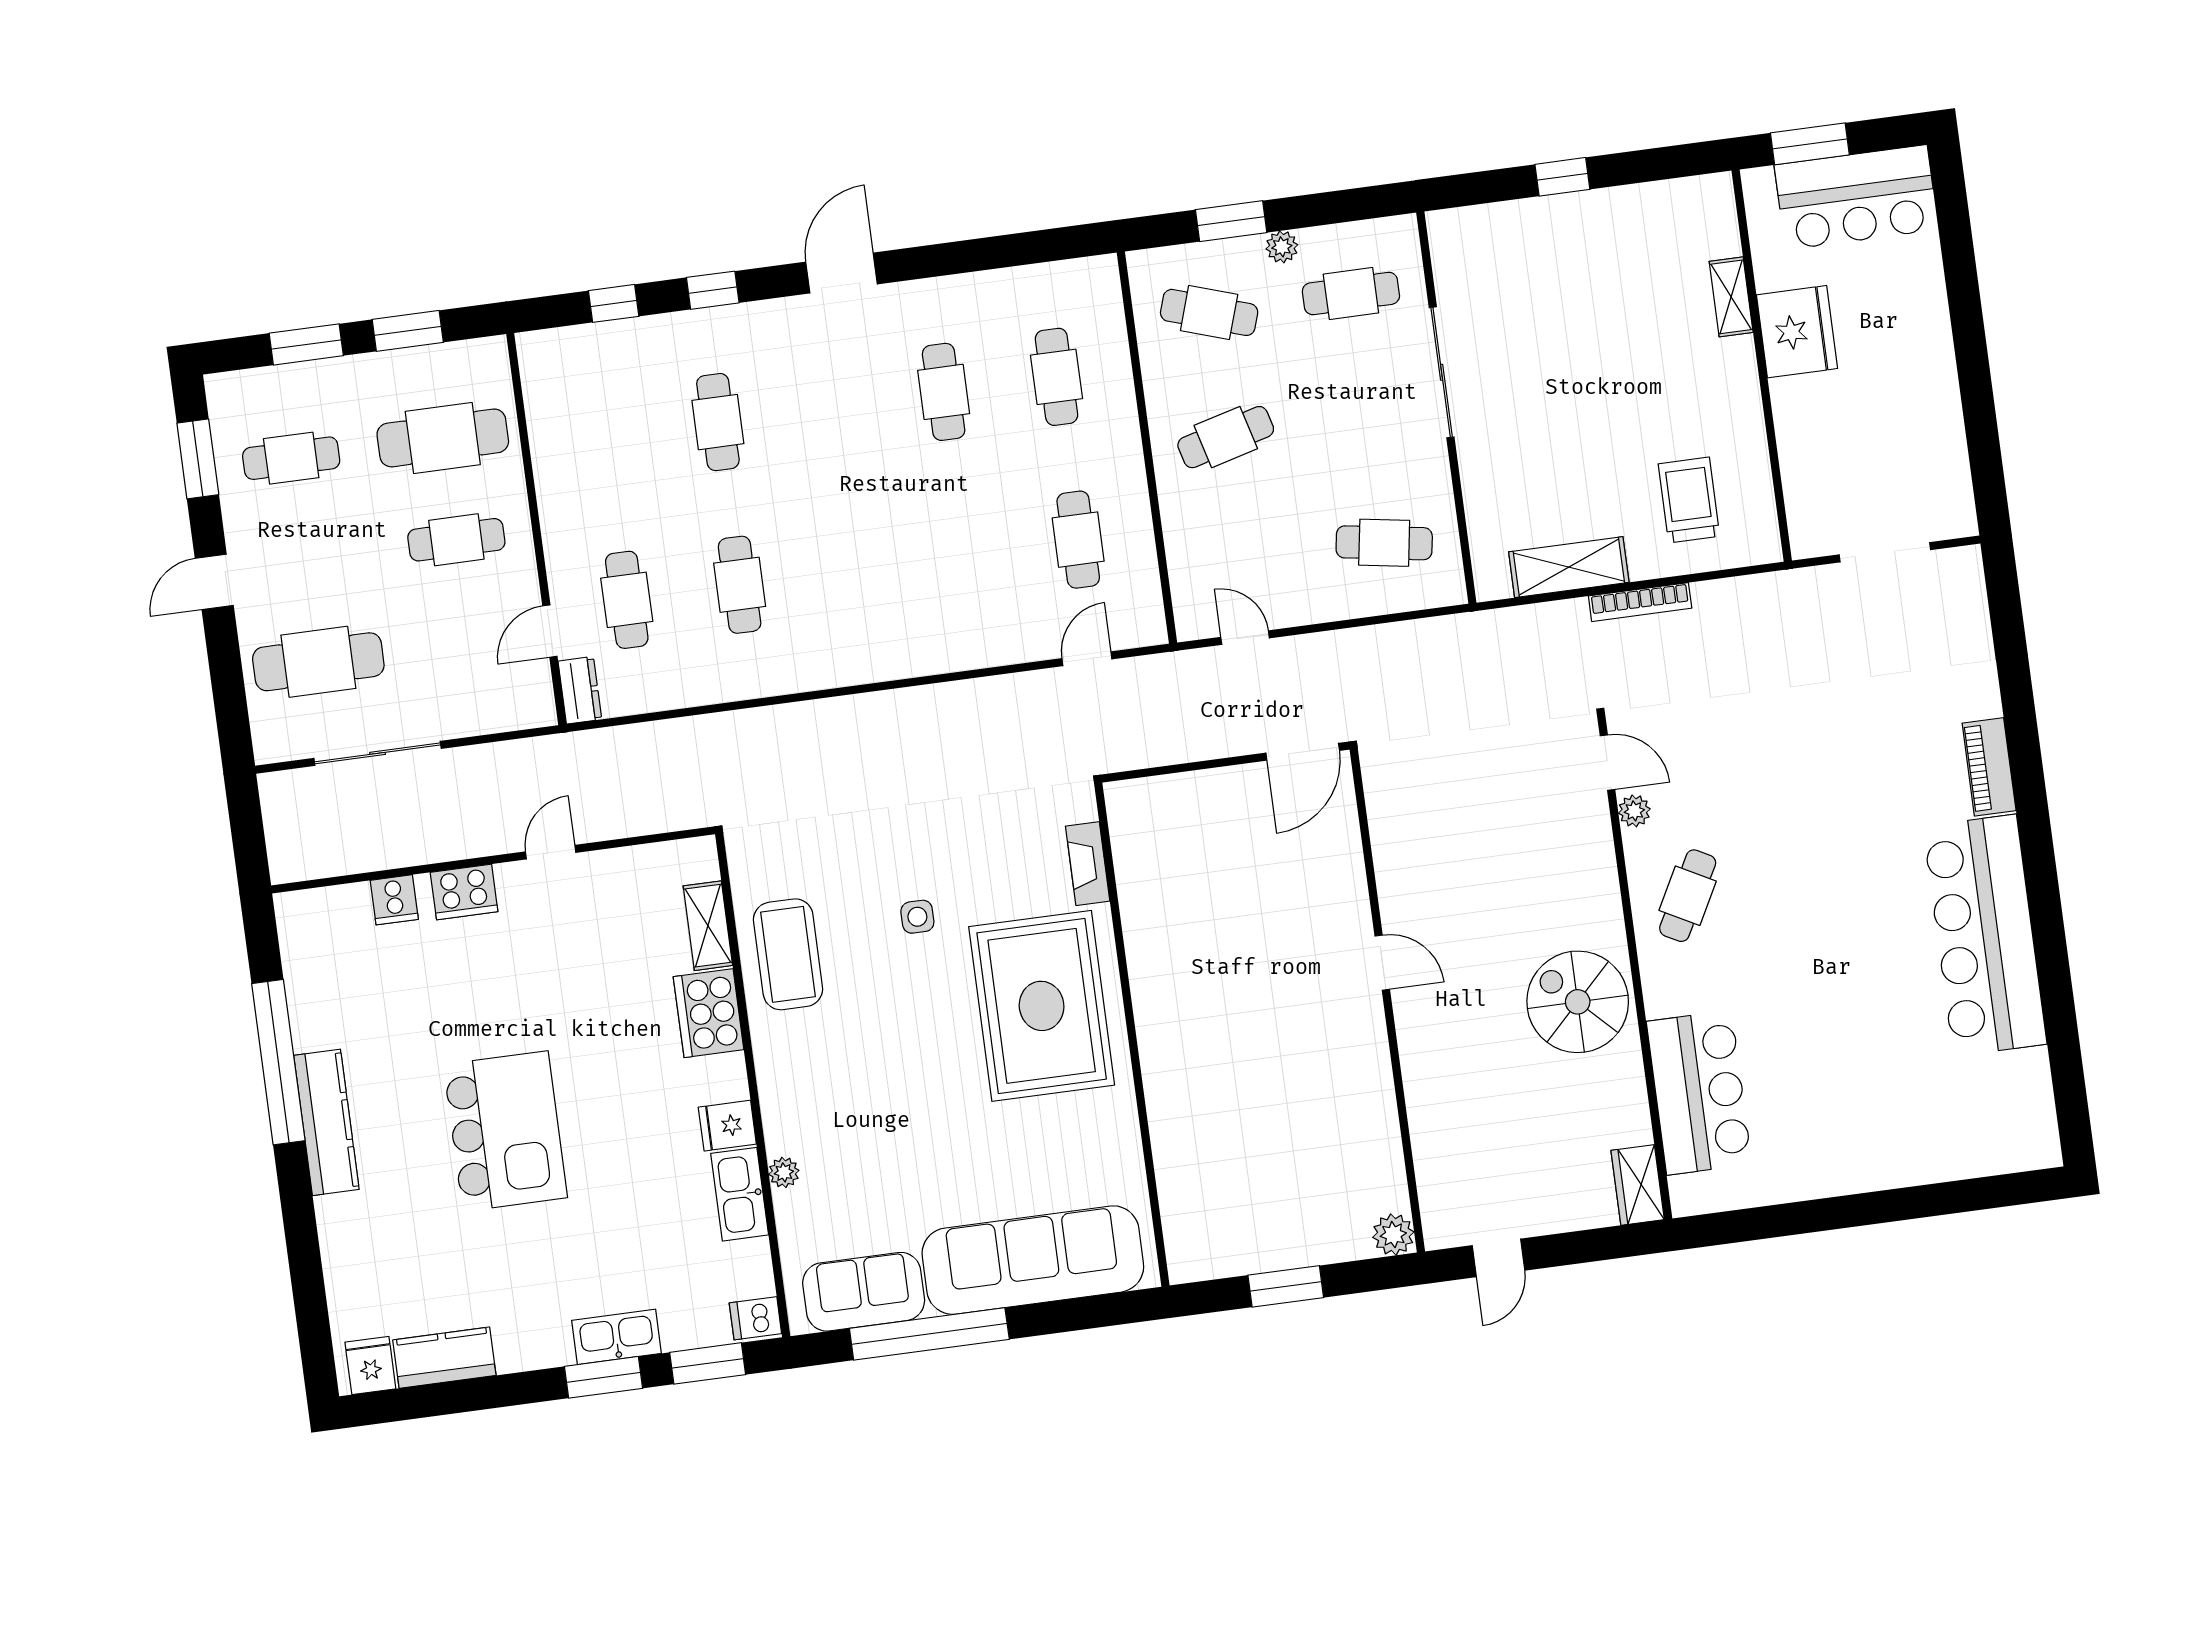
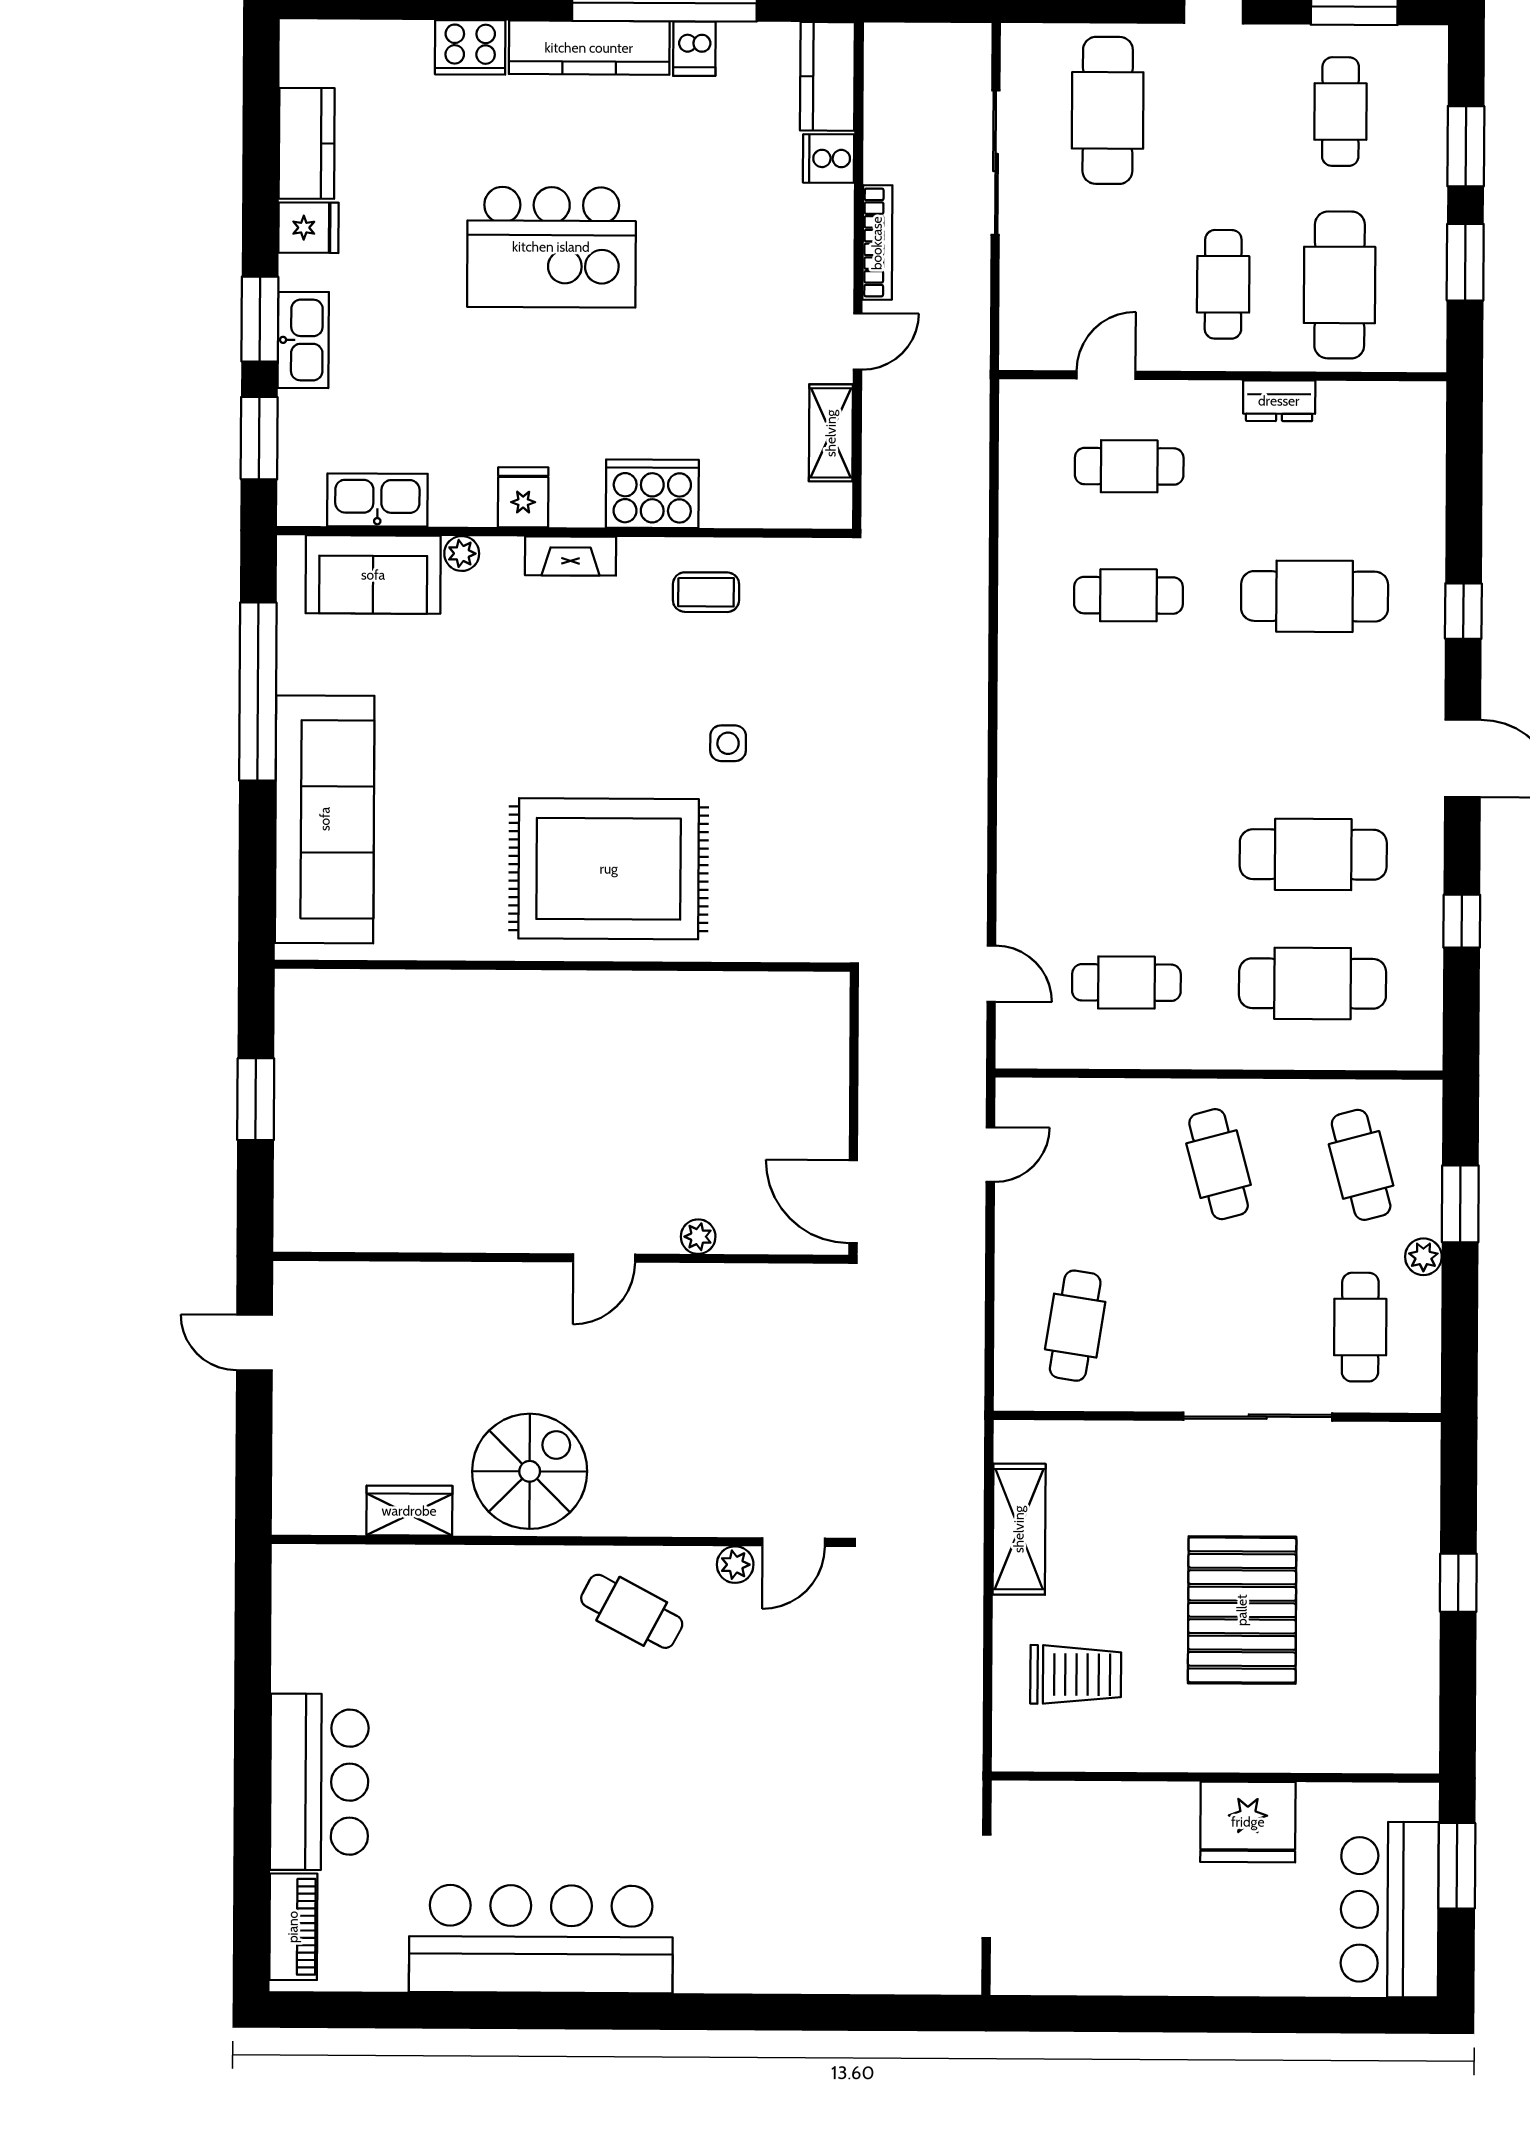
shelving: (1731, 297) -> (1297, 1753), removed
window: (614, 303) -> (1462, 921), moved
cafe table: (1209, 312) -> (1361, 1165), turned -33
pallet: (1612, 362) -> (1242, 1610), added
cafe table: (1056, 377) -> (1313, 983), width x1.37, depth x1.35
cafe table: (944, 392) -> (1313, 854), width x1.37, depth x1.35
cafe table: (718, 422) -> (1315, 596), width x1.37, depth x1.35
bookcase: (1640, 602) -> (877, 243), moved, turned 180
door: (550, 631) -> (1106, 375), hinge flipped
dresser: (580, 690) -> (1279, 401), moved
piano: (1989, 767) -> (293, 1927), moved, turned 90
door: (551, 852) -> (858, 341), hinge flipped
fireplace: (1088, 864) -> (571, 556), moved, turned 180
cooker: (464, 892) -> (470, 47), moved, turned -90
kitchen counter: (323, 911) -> (827, 76), added
shelving: (708, 926) -> (831, 433), moved, turned 90
coffee table: (788, 954) -> (706, 592), width x0.54, depth x0.58
bar counter: (1699, 1093) -> (319, 1782), moved, turned -90
wardrobe: (1638, 1185) -> (409, 1511), moved
kitchen sink: (740, 1194) -> (377, 500), moved
plant: (1393, 1235) -> (698, 1237), moved, width x0.73, depth x0.73
sofa: (864, 1292) -> (373, 575), moved, turned 90
dishwasher: (755, 1318) -> (694, 49), moved, turned 180
fridge: (370, 1365) -> (309, 228), moved

